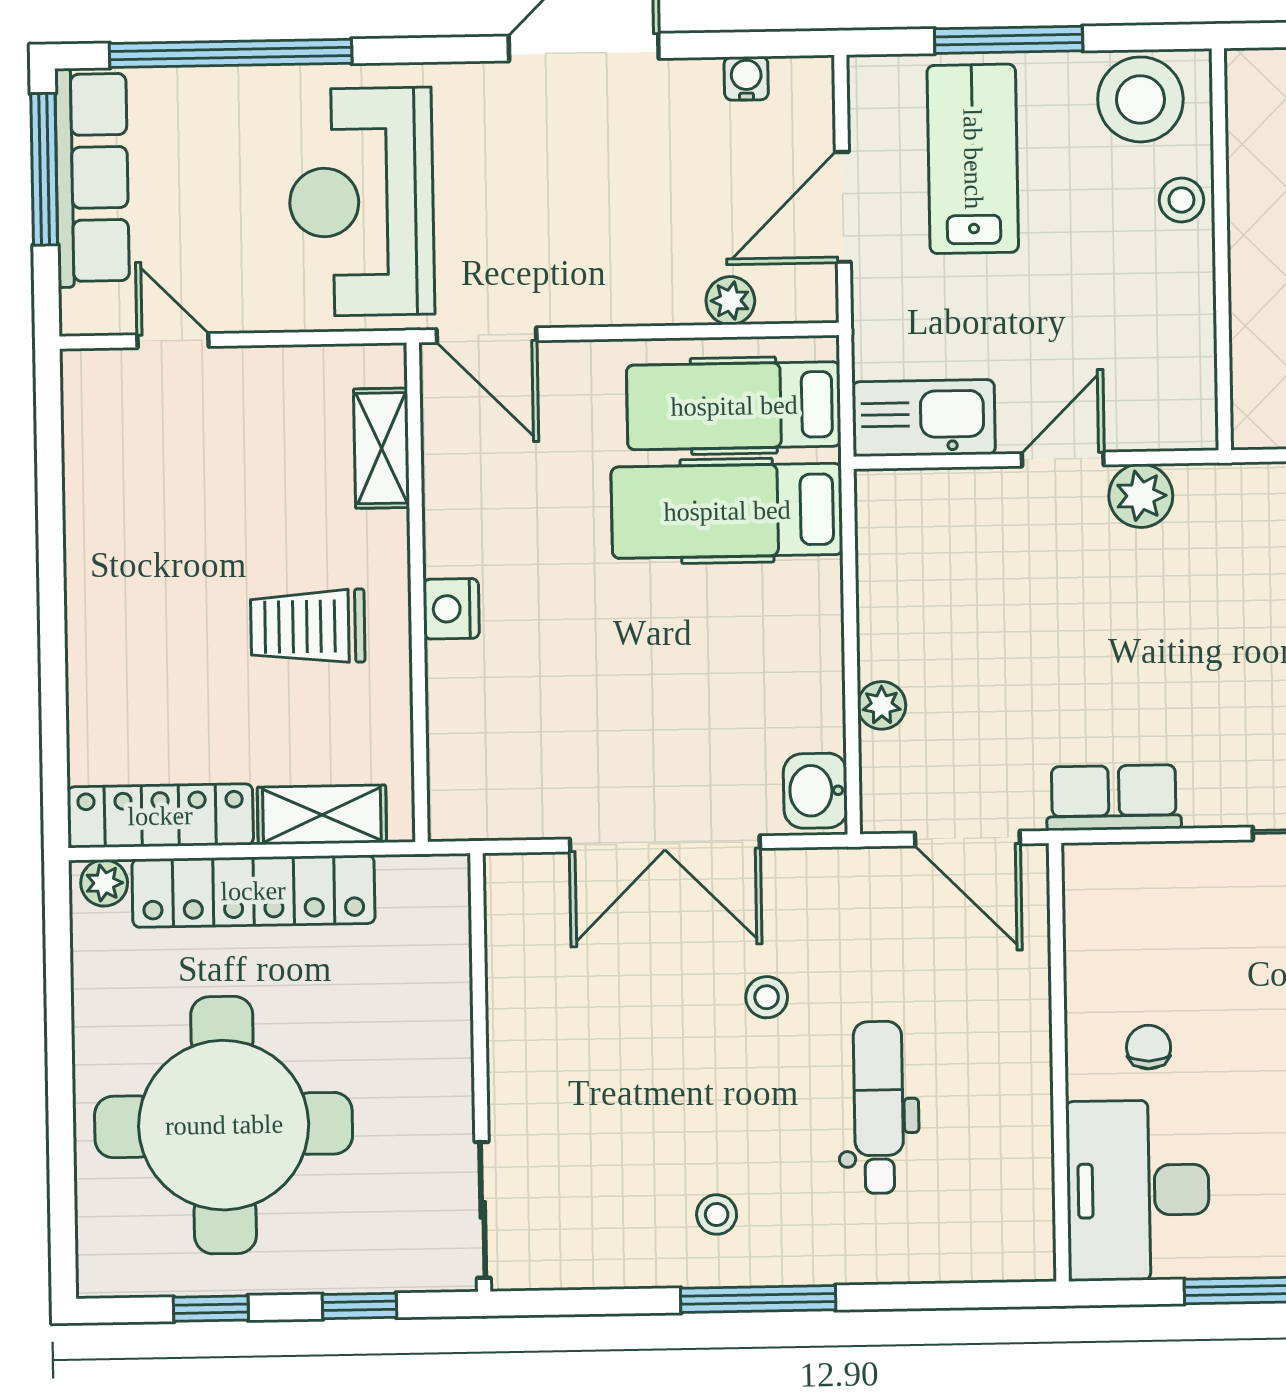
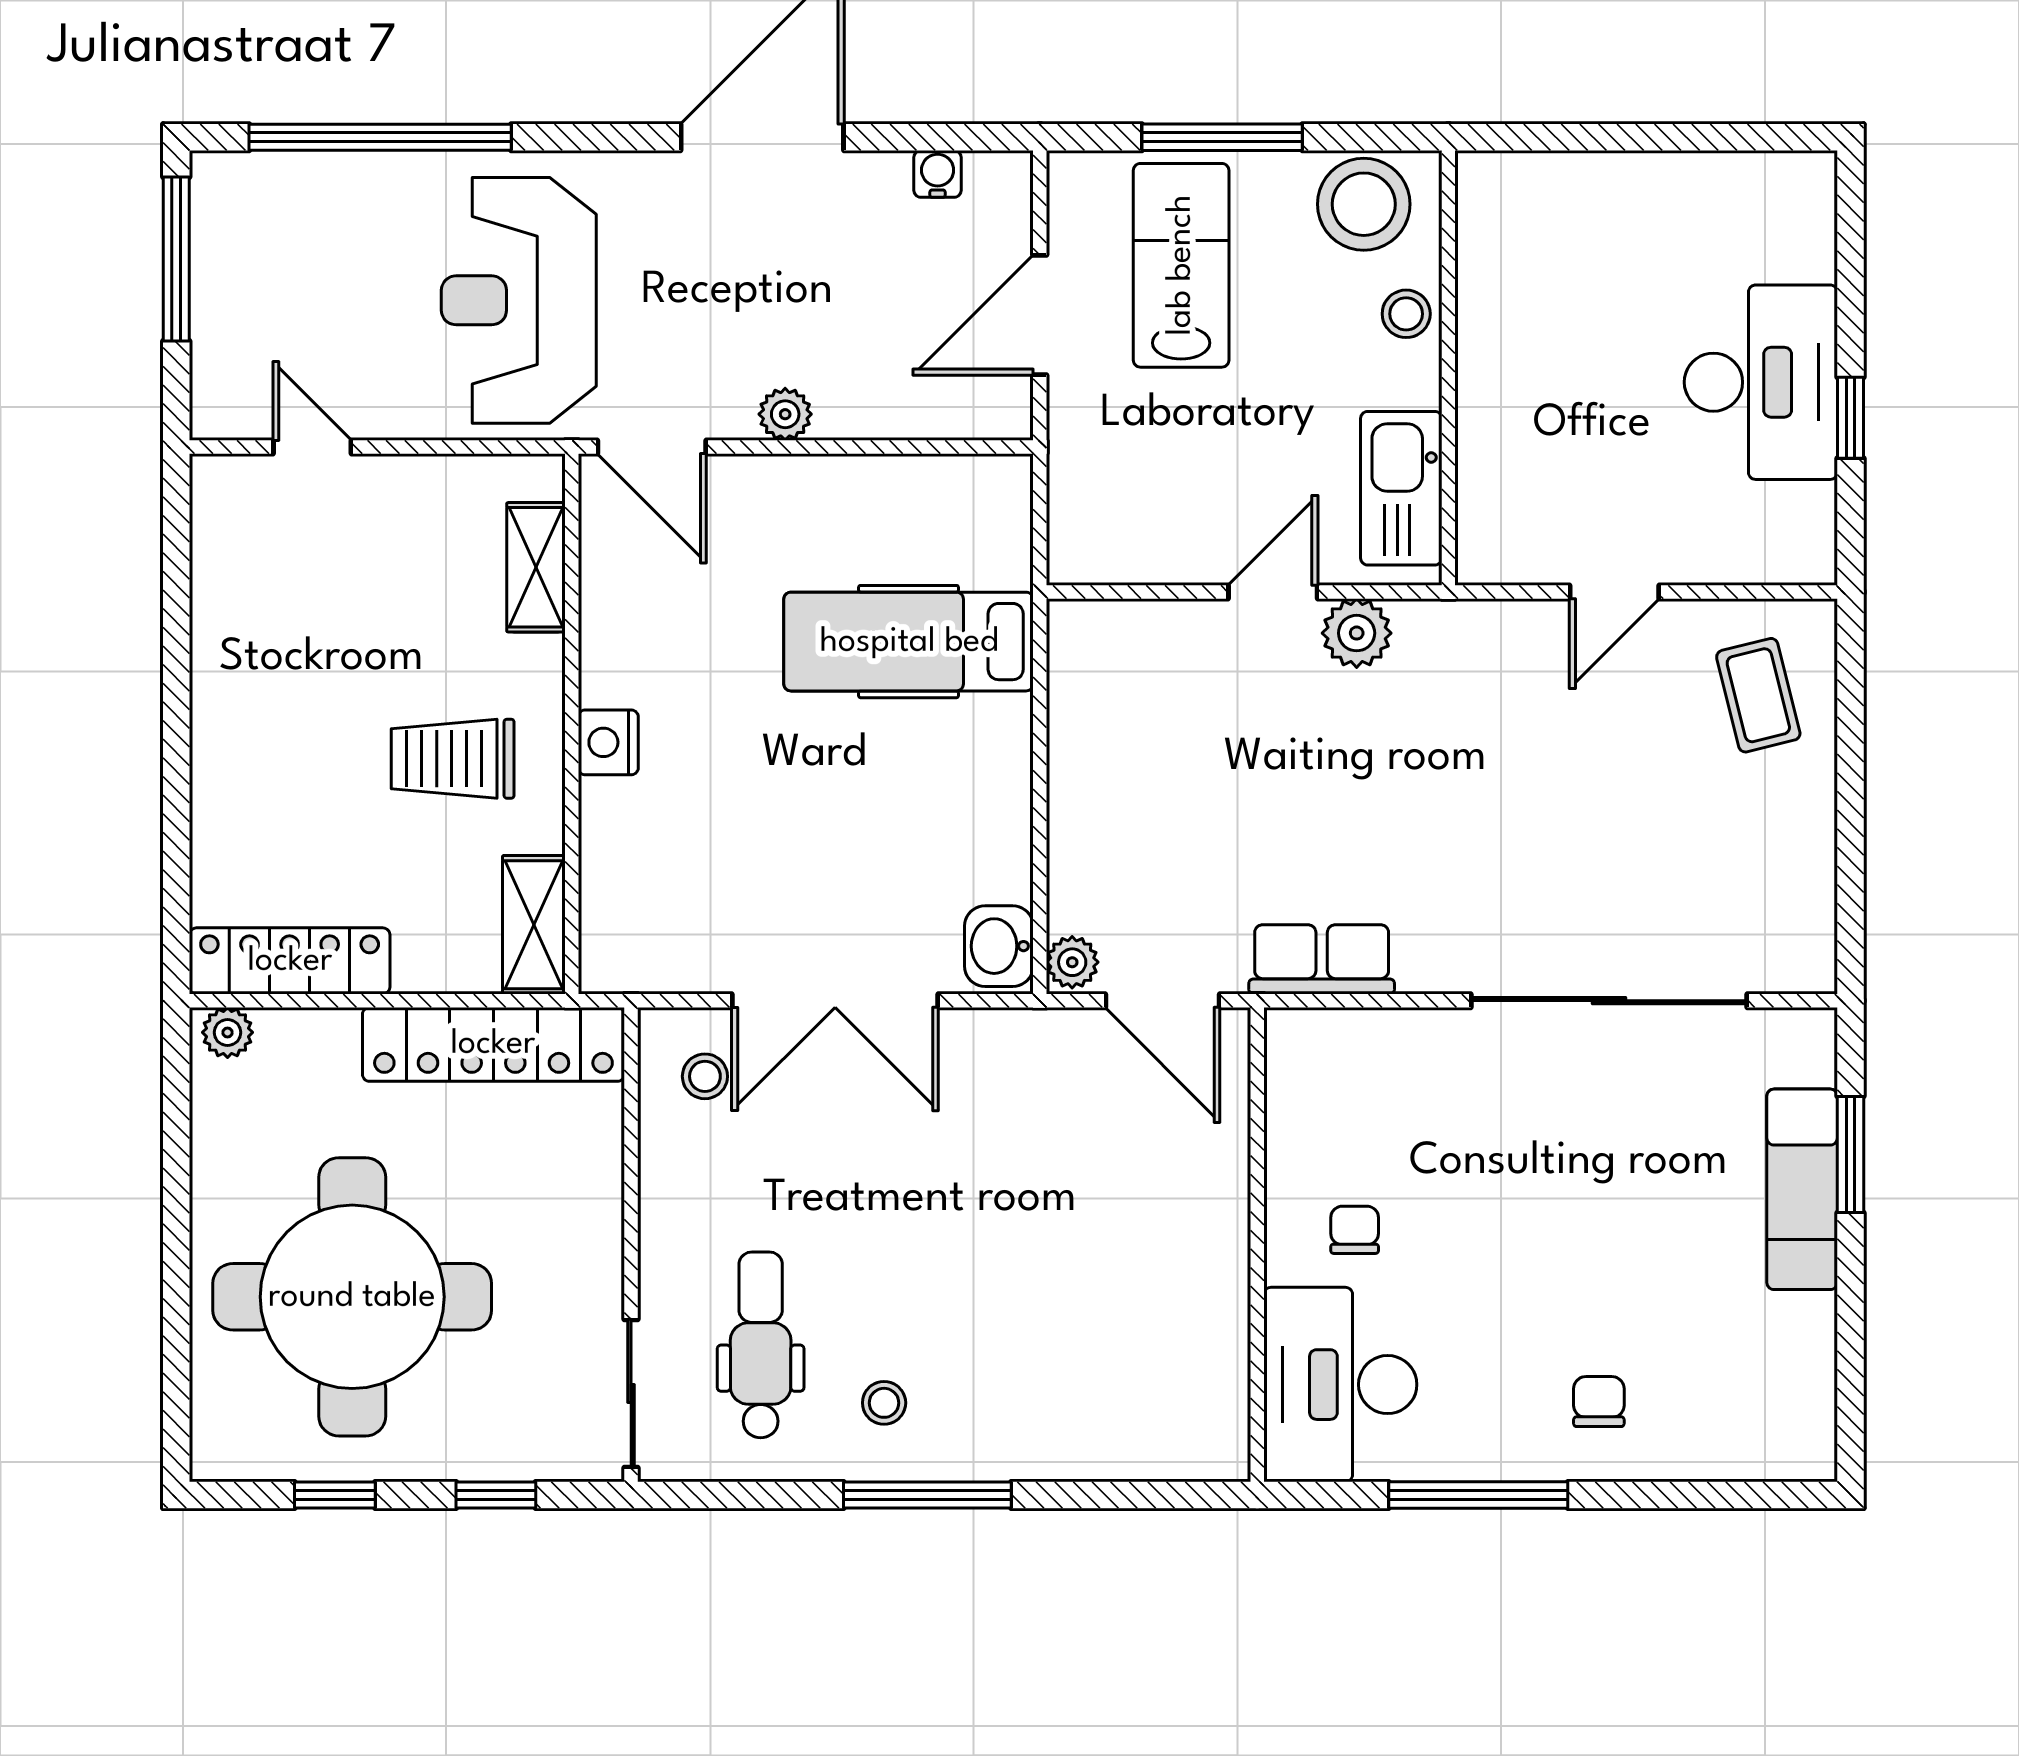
row of seats: (92, 178) -> (228, 269), removed
plant: (730, 301) -> (785, 414), moved
hospital bed: (734, 406) -> (918, 528), removed
kitchen sink: (924, 418) -> (1401, 488), moved, turned -90
plant: (882, 705) -> (1072, 962), moved
shelving: (322, 815) -> (534, 925), moved, turned 90
locker: (253, 891) -> (493, 1044), moved
stool: (767, 997) -> (705, 1076), moved
dental chair: (879, 1107) -> (761, 1345), moved

